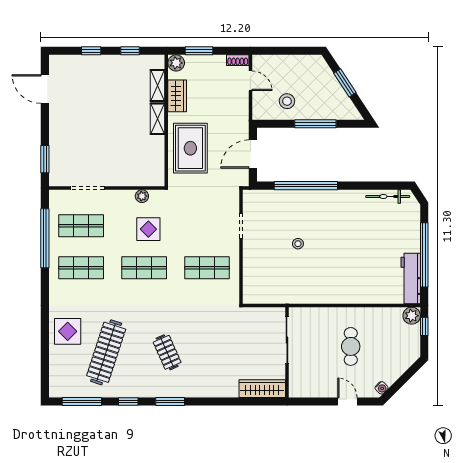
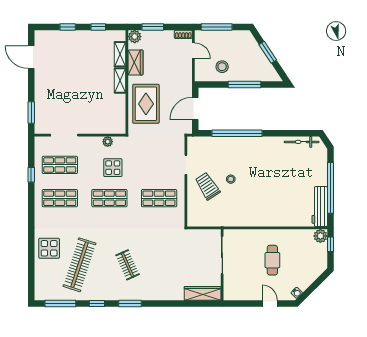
window: (280, 51) -> (217, 27), added
window: (45, 238) -> (31, 175), width x0.32
trolley: (268, 253) -> (207, 186), added

